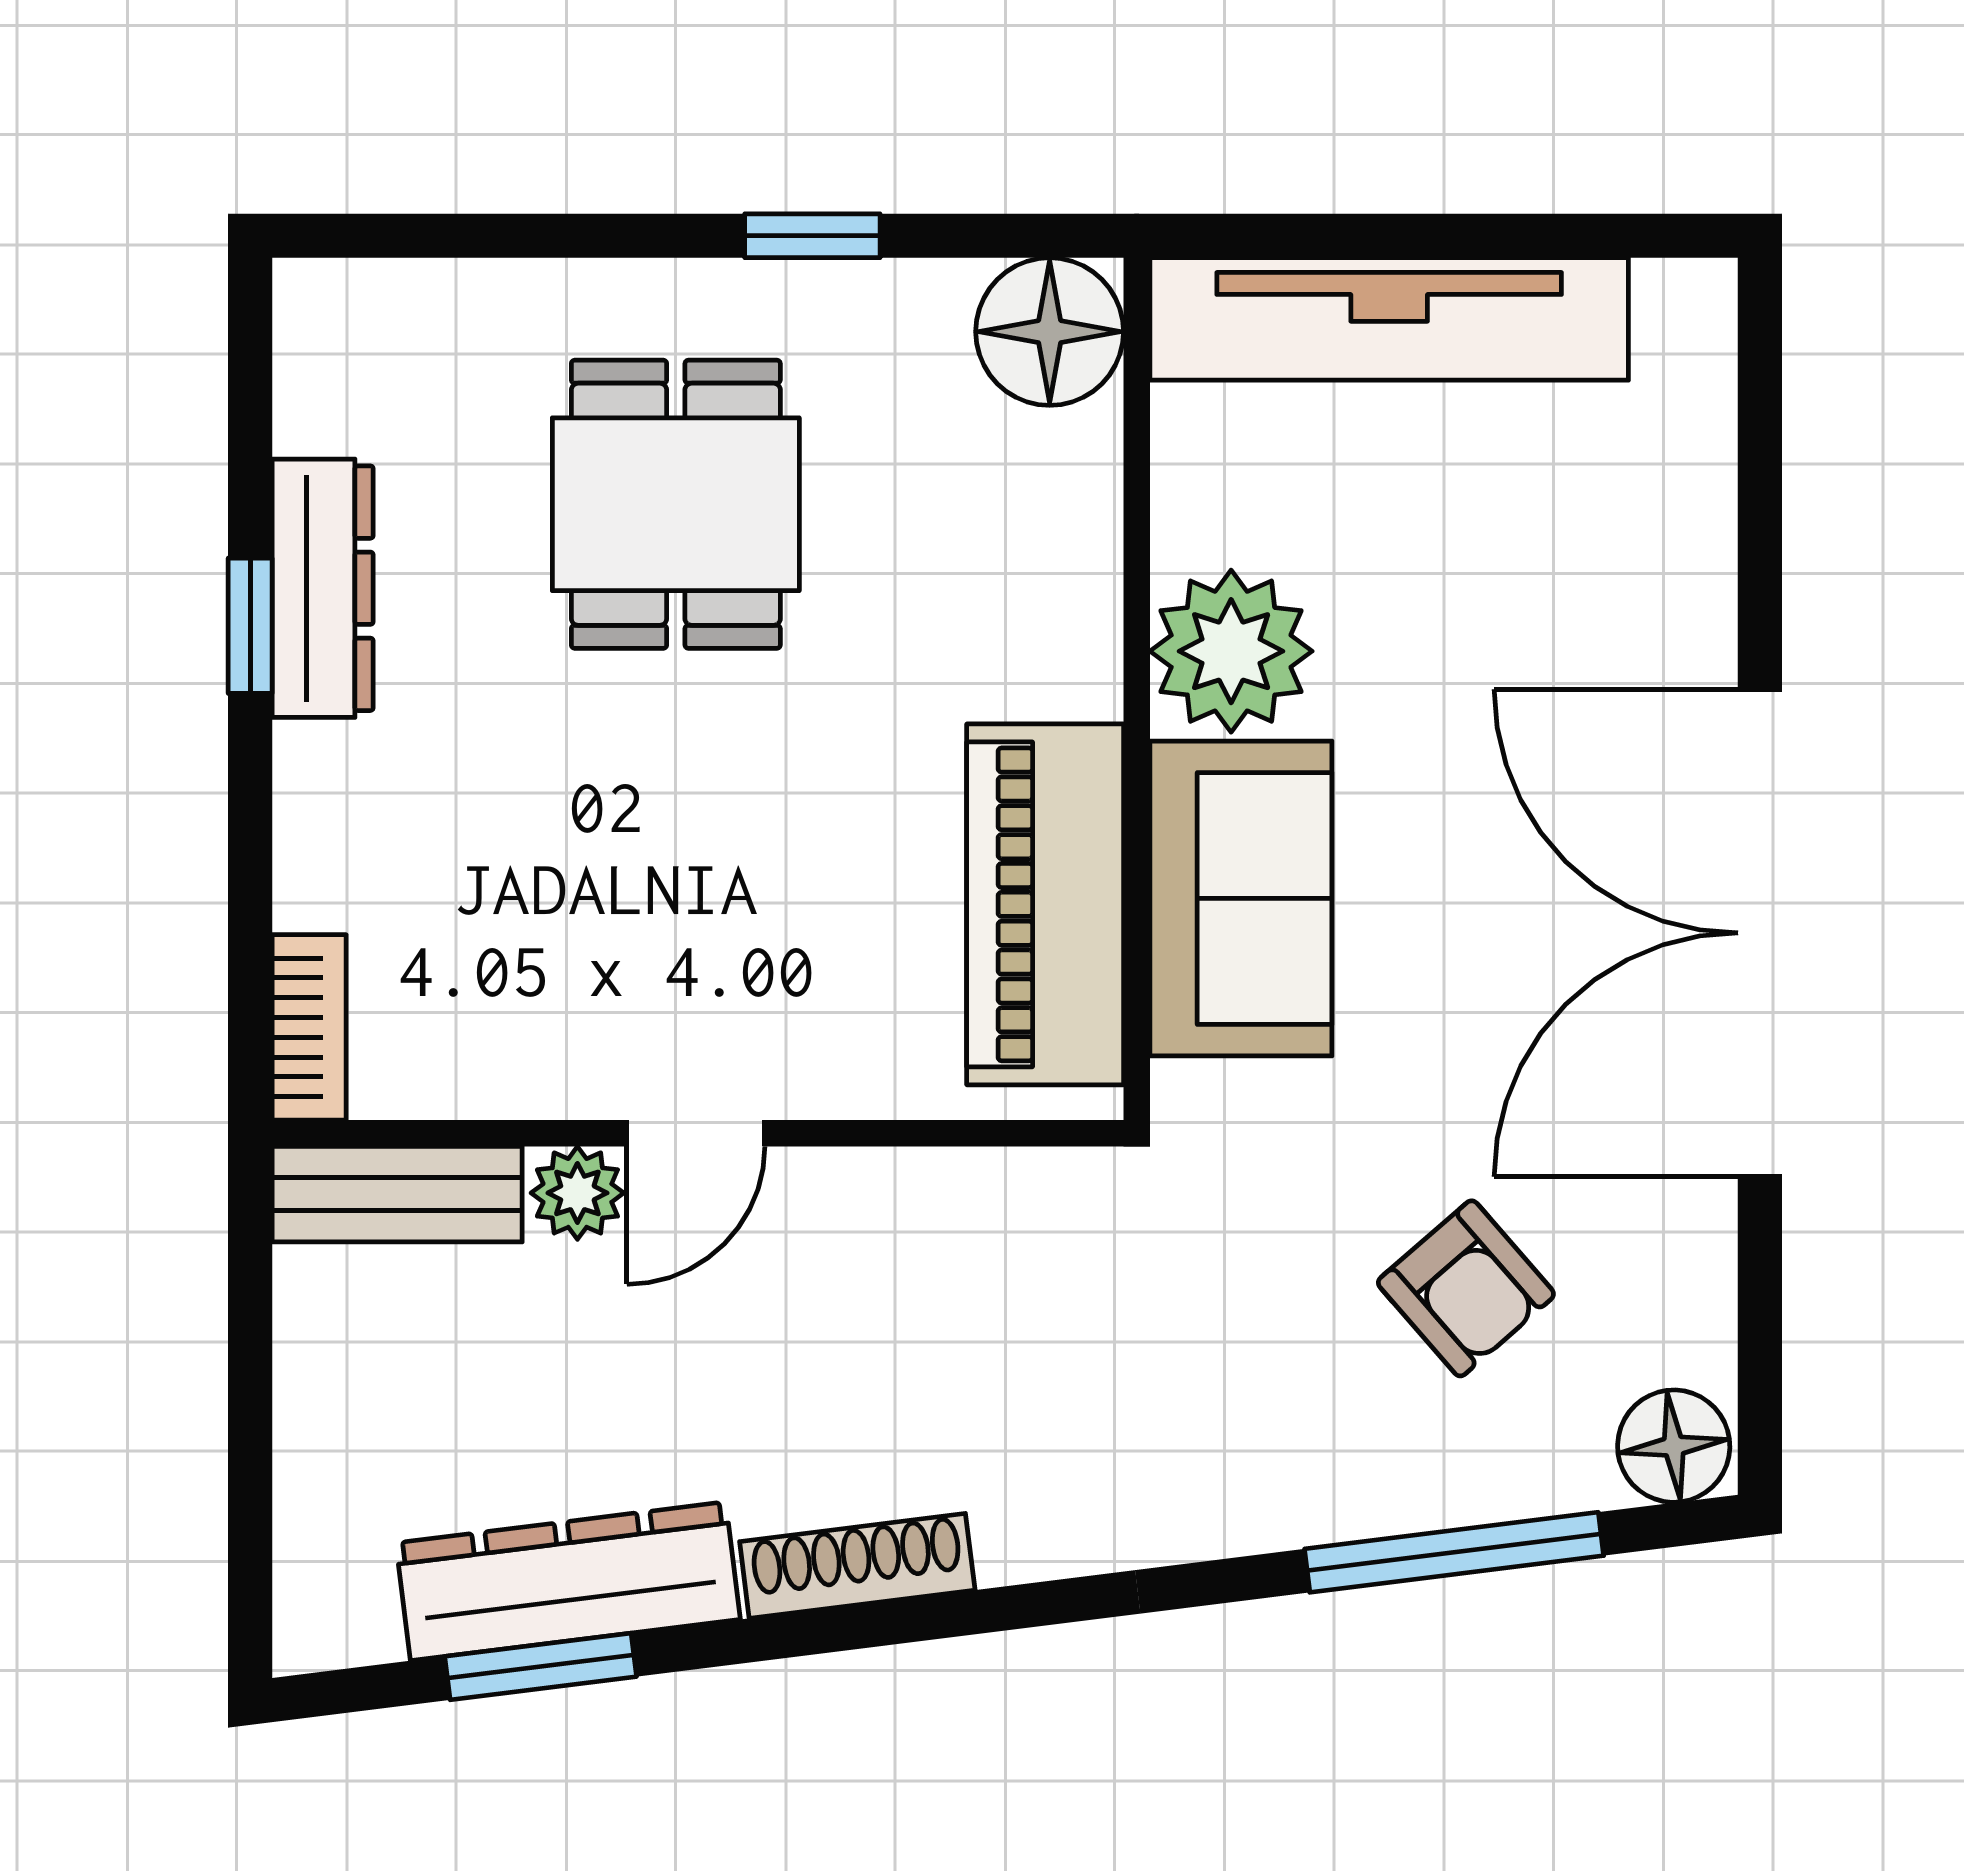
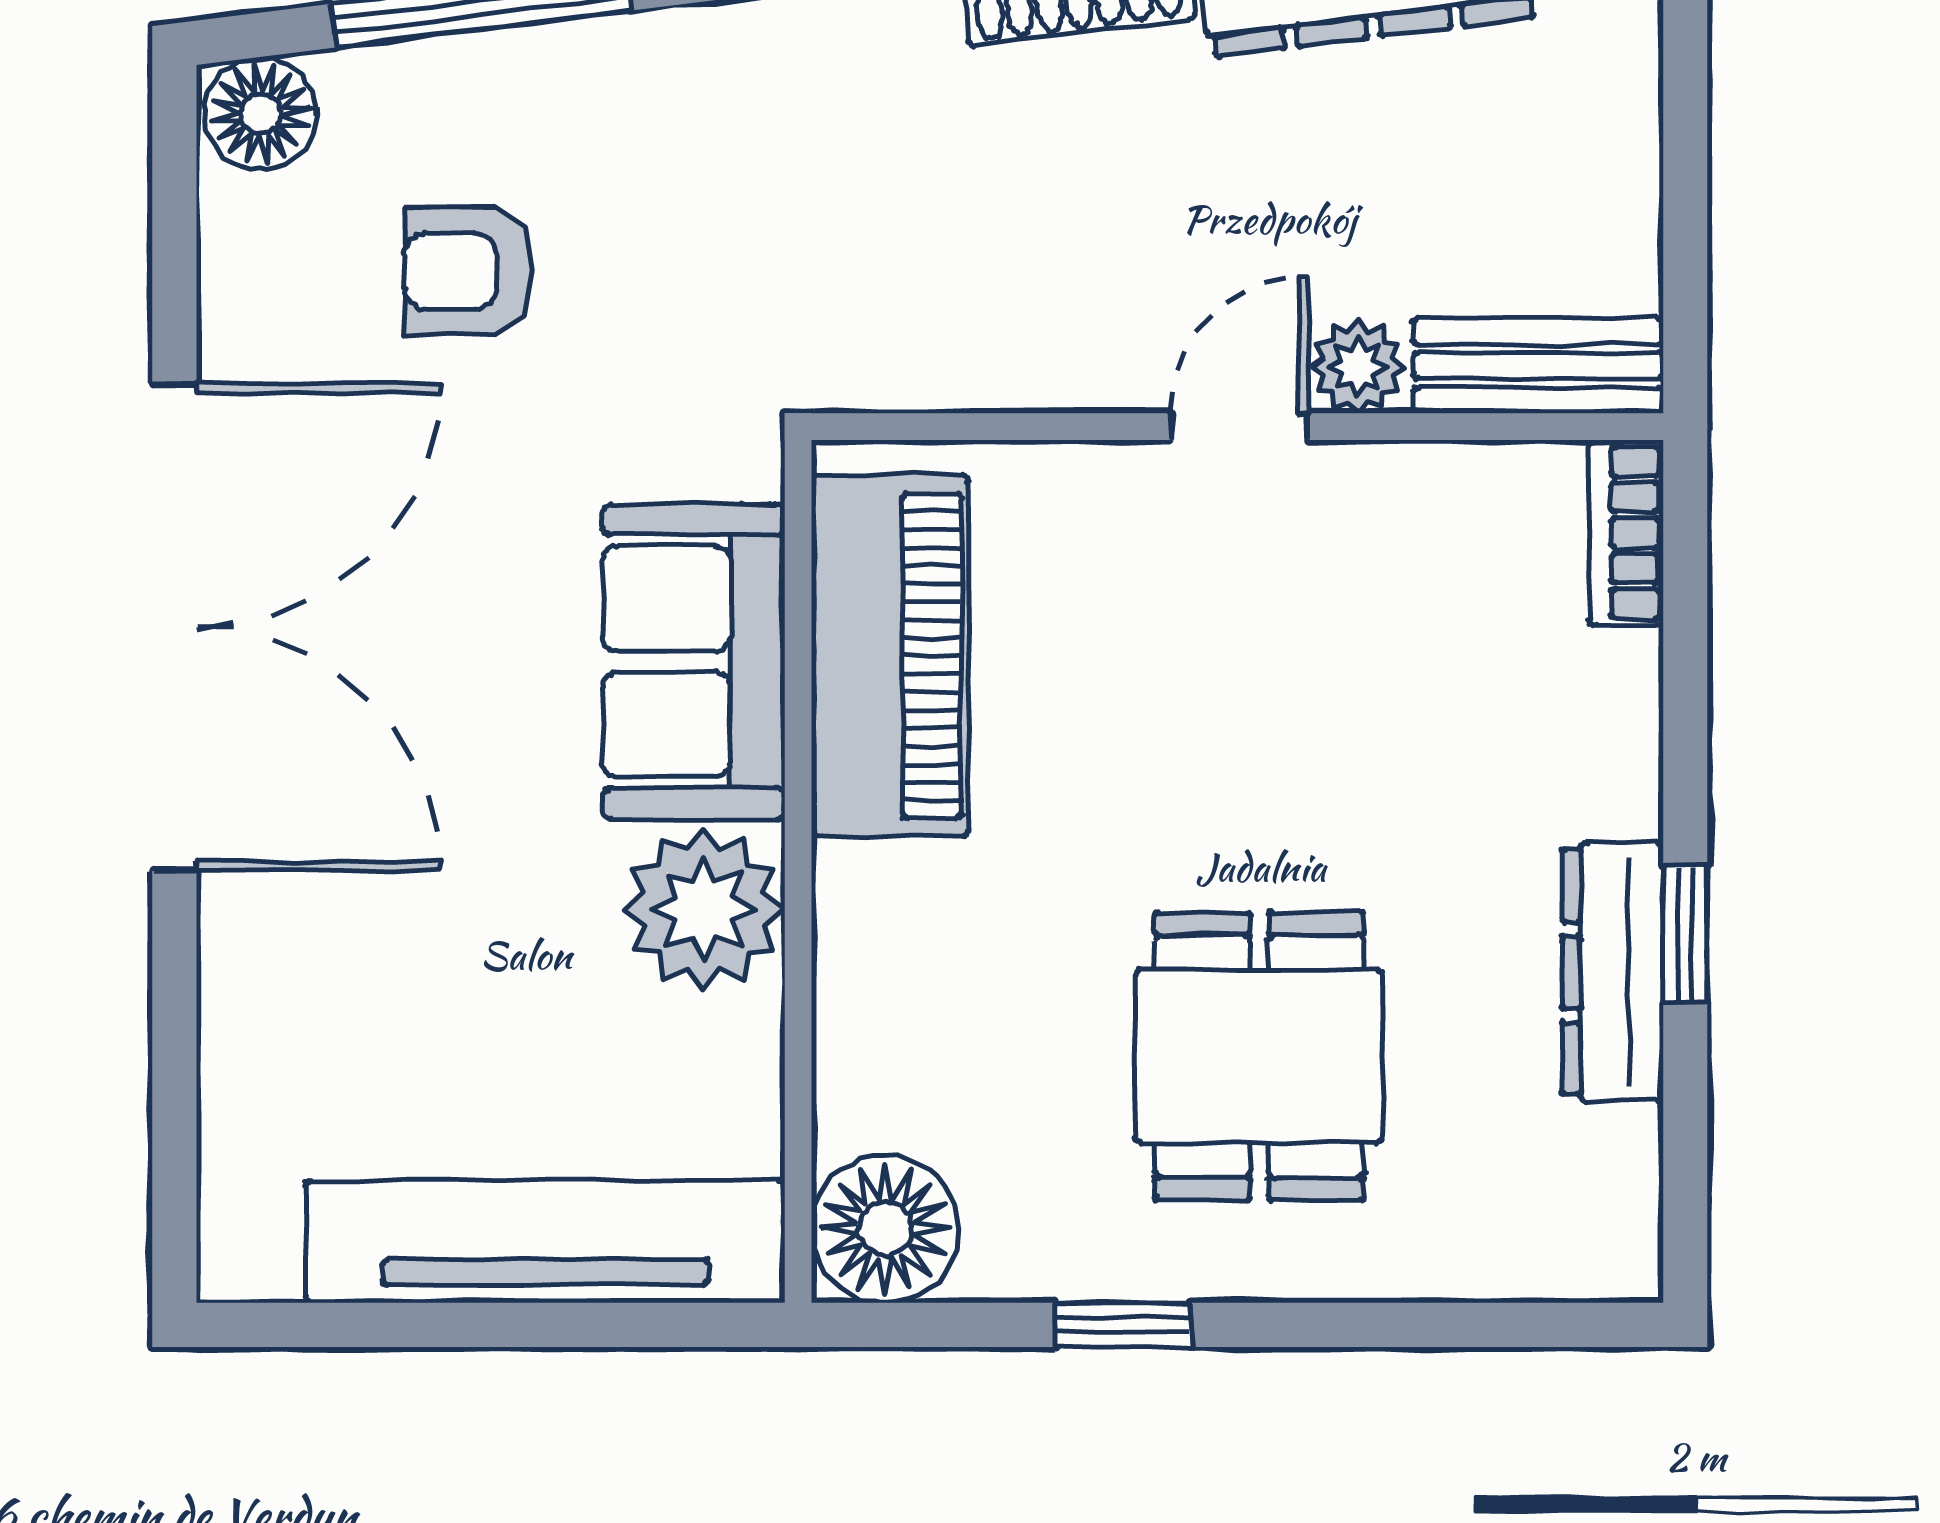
armchair: (1466, 1288) -> (469, 271), turned -49

